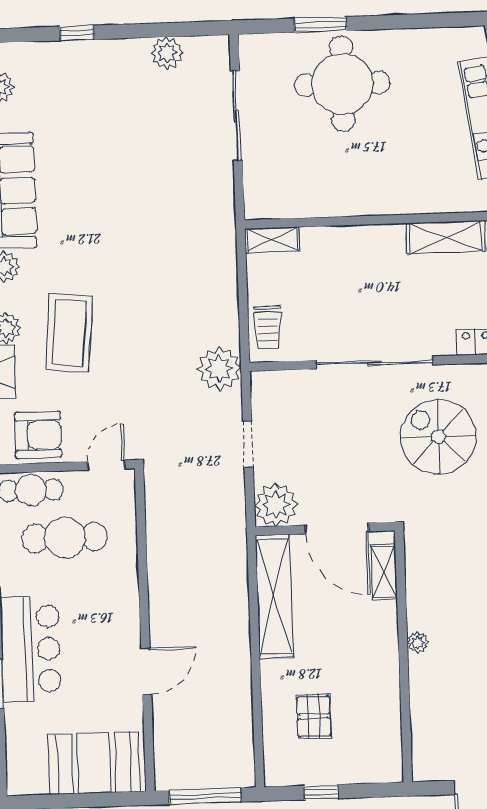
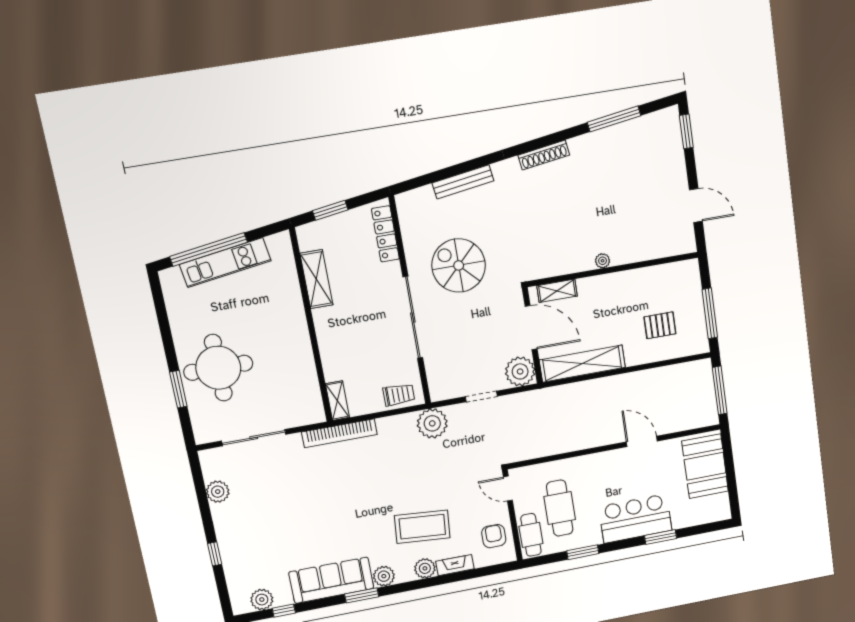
bookcase: (225, 235) -> (340, 433), added
armchair: (38, 435) -> (494, 536), width x0.72, depth x0.72
spiral stairs: (438, 437) -> (459, 265), turned 90
door: (337, 528) -> (531, 328), hinge flipped
window: (321, 792) -> (710, 313), width x2.17

